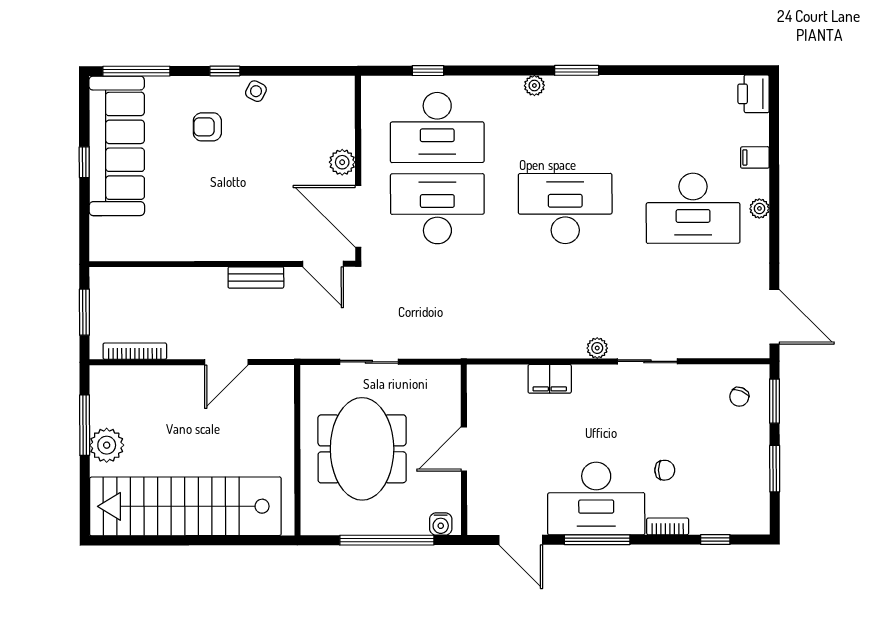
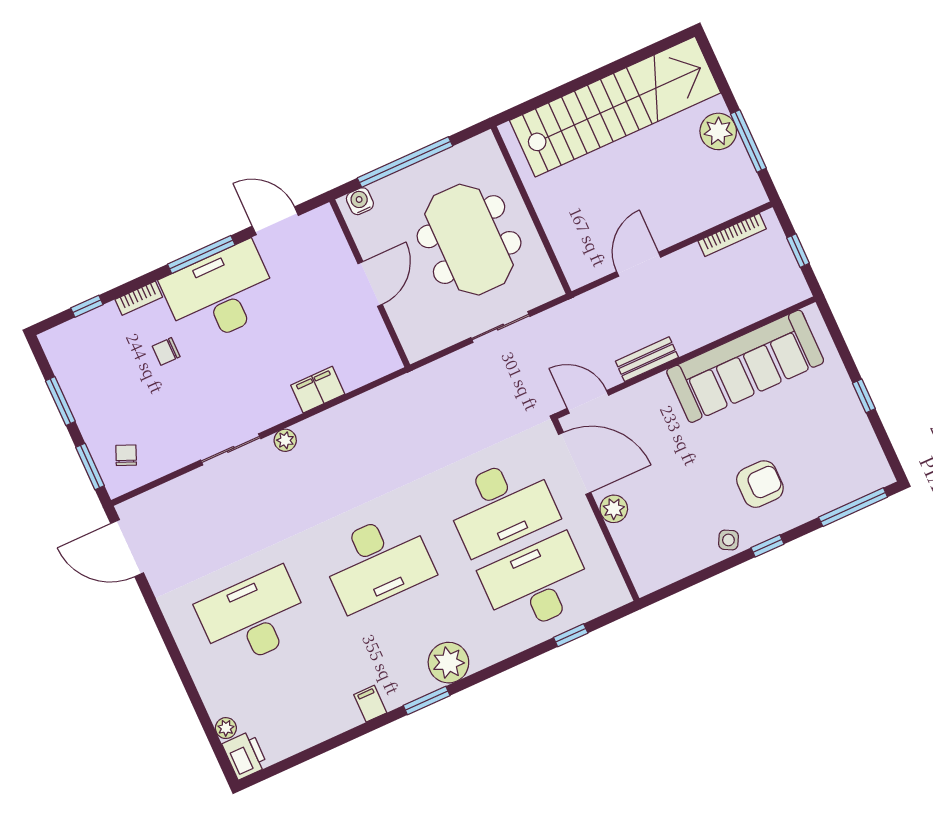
plant: (534, 85) -> (448, 663), width x1.88, depth x1.88
armchair: (207, 127) -> (760, 484), width x1.38, depth x1.38
sofa: (117, 146) -> (745, 366), moved, turned -90
filing cabinet: (755, 157) -> (370, 704), moved, turned -90
plant: (759, 208) -> (226, 728), moved
window: (84, 312) -> (798, 251), width x0.67

